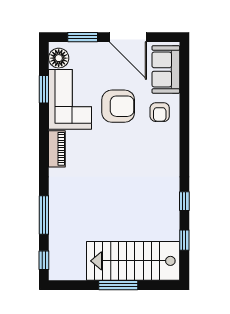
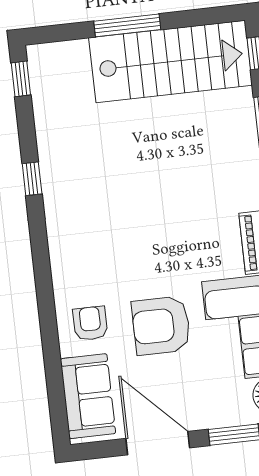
window: (184, 240) -> (21, 79), moved
stairs: (133, 261) -> (171, 62), moved

